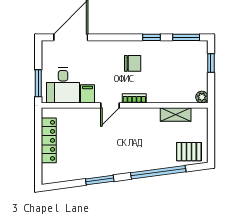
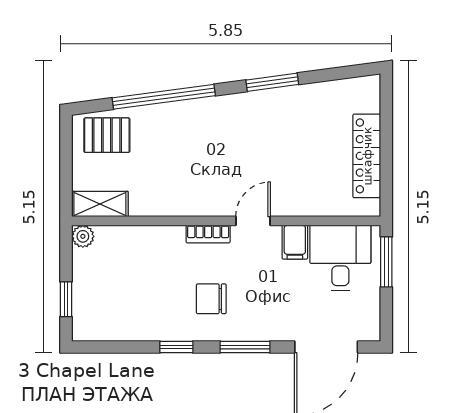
window: (186, 37) -> (245, 347), moved
shelving: (176, 114) -> (100, 204), moved

